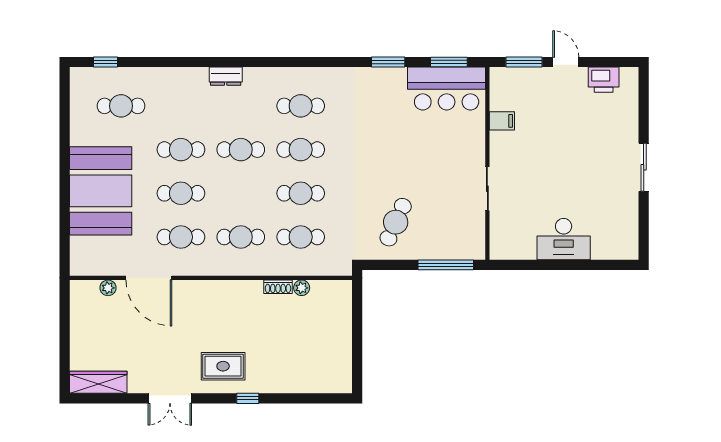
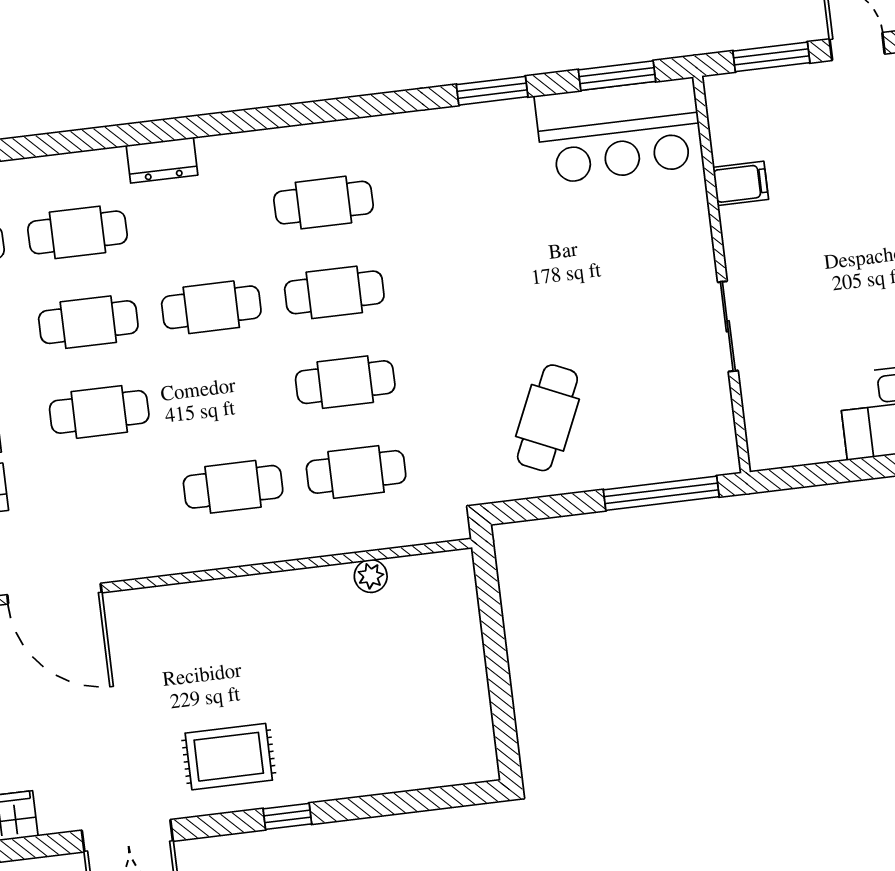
cafe table: (181, 237) -> (77, 232), moved
shoe rack: (278, 287) -> (322, 580), removed

